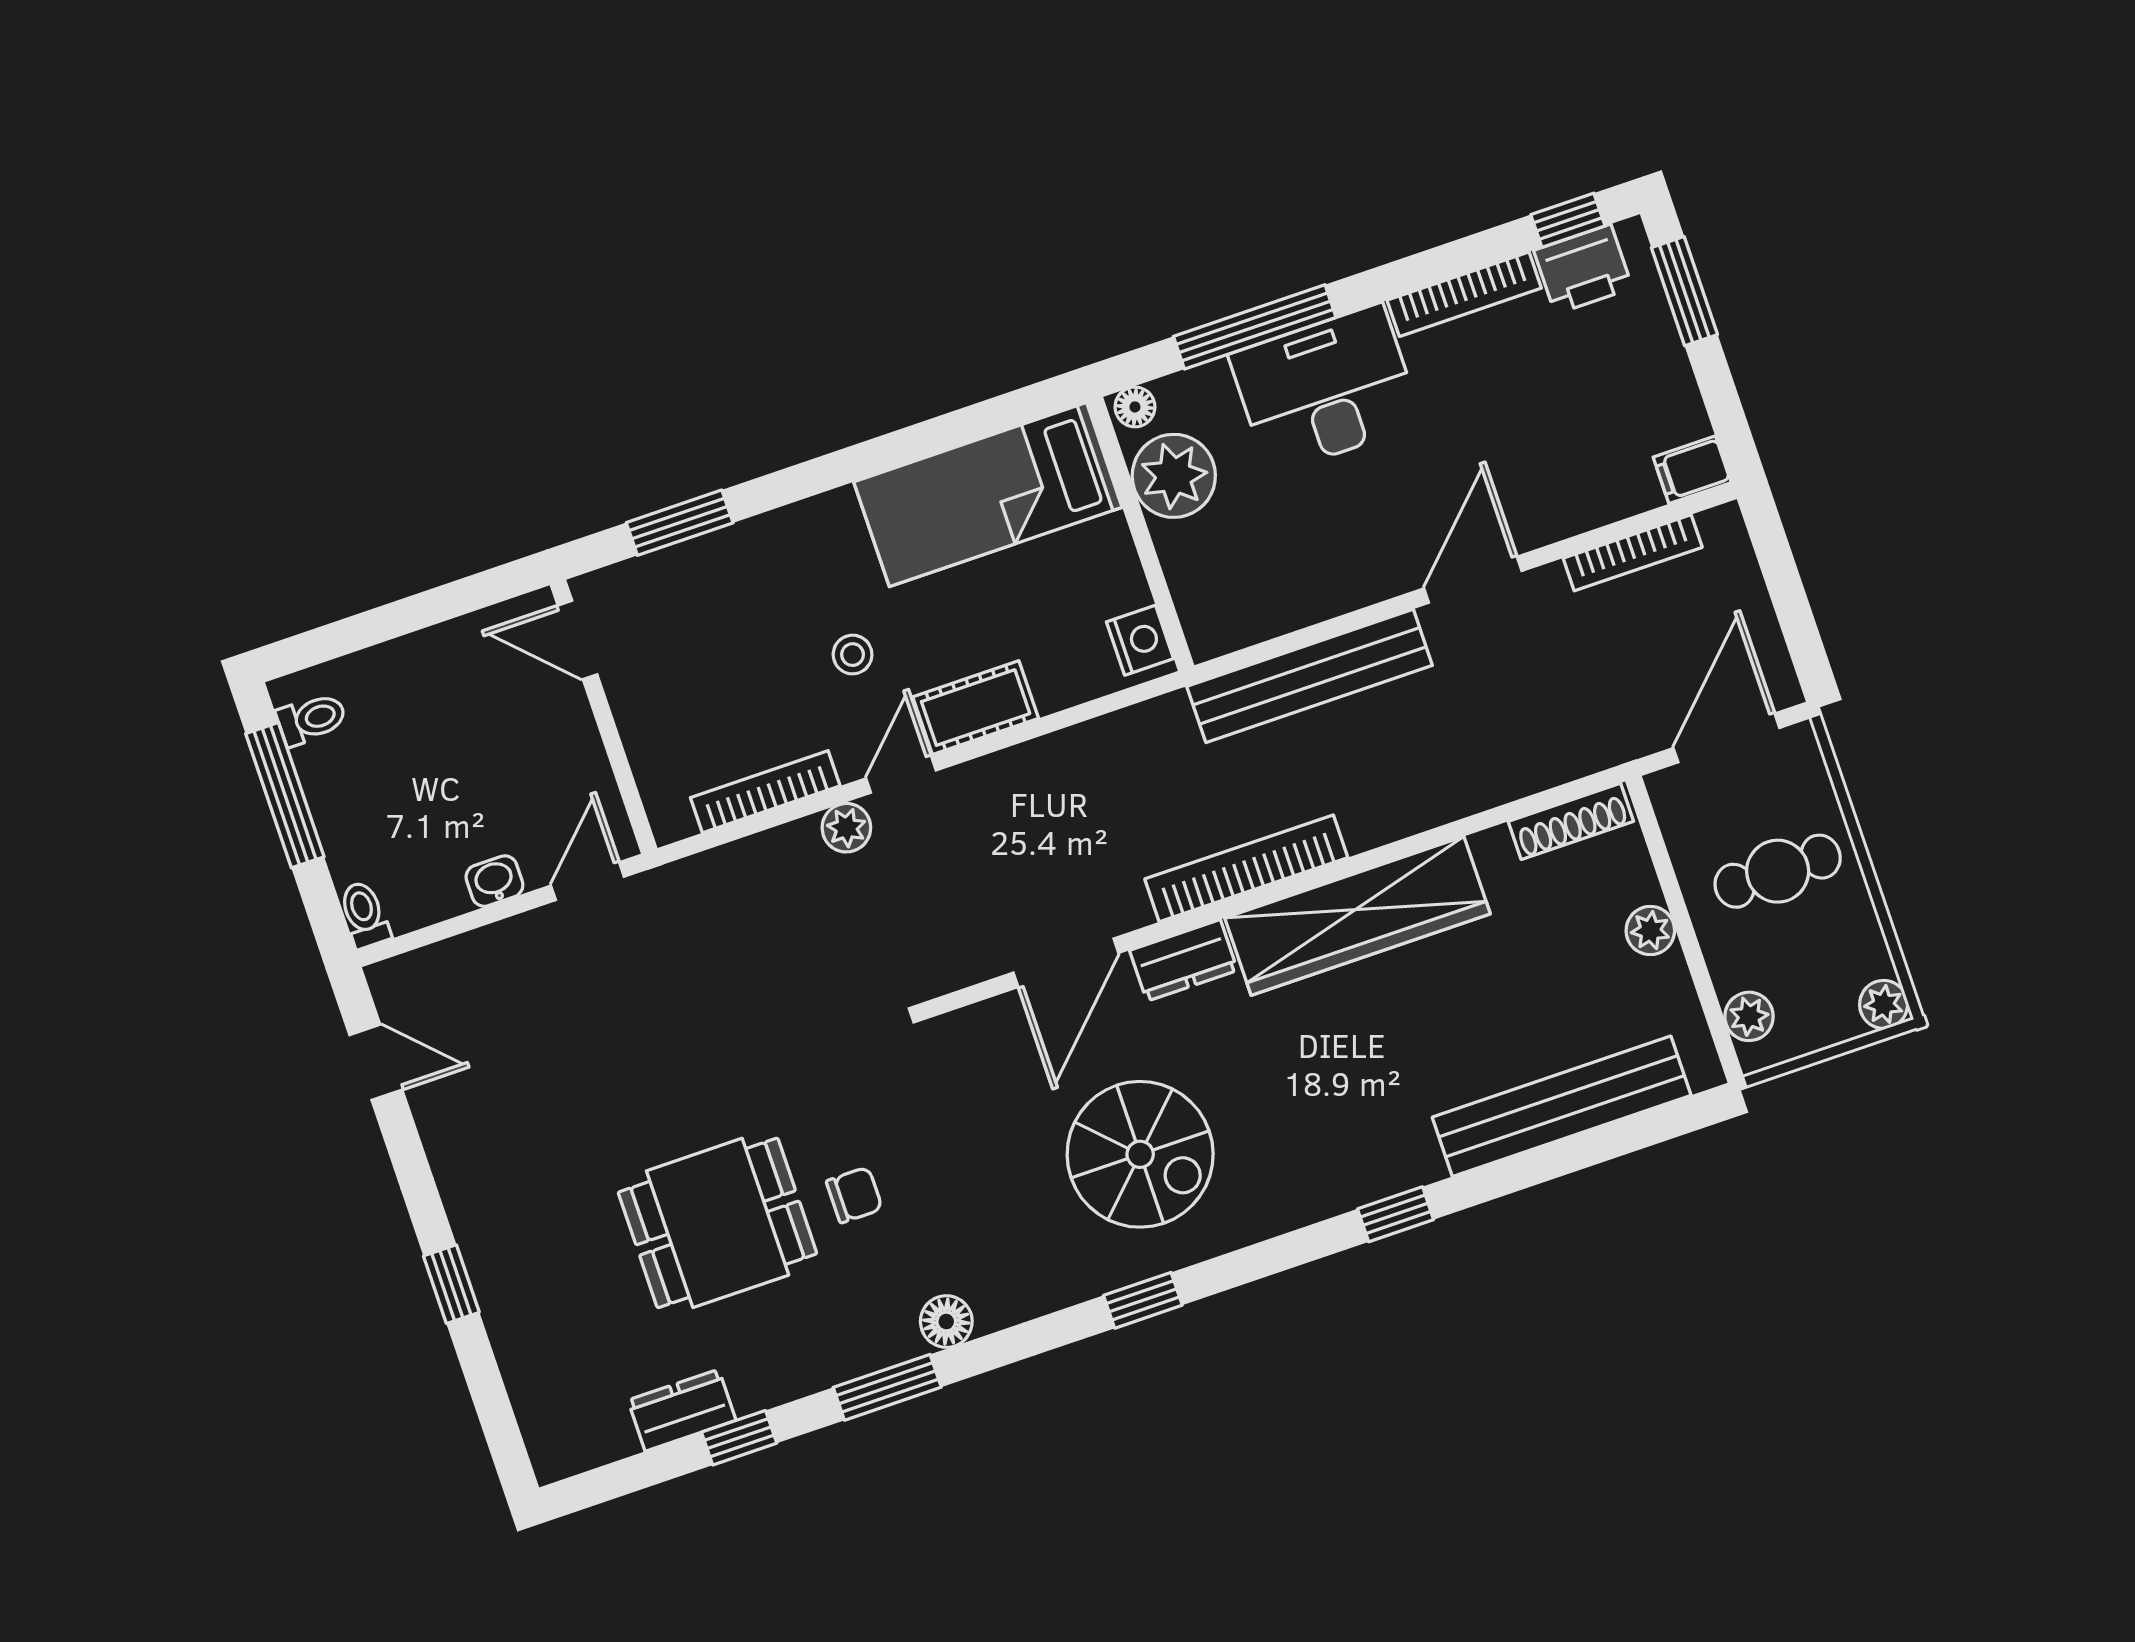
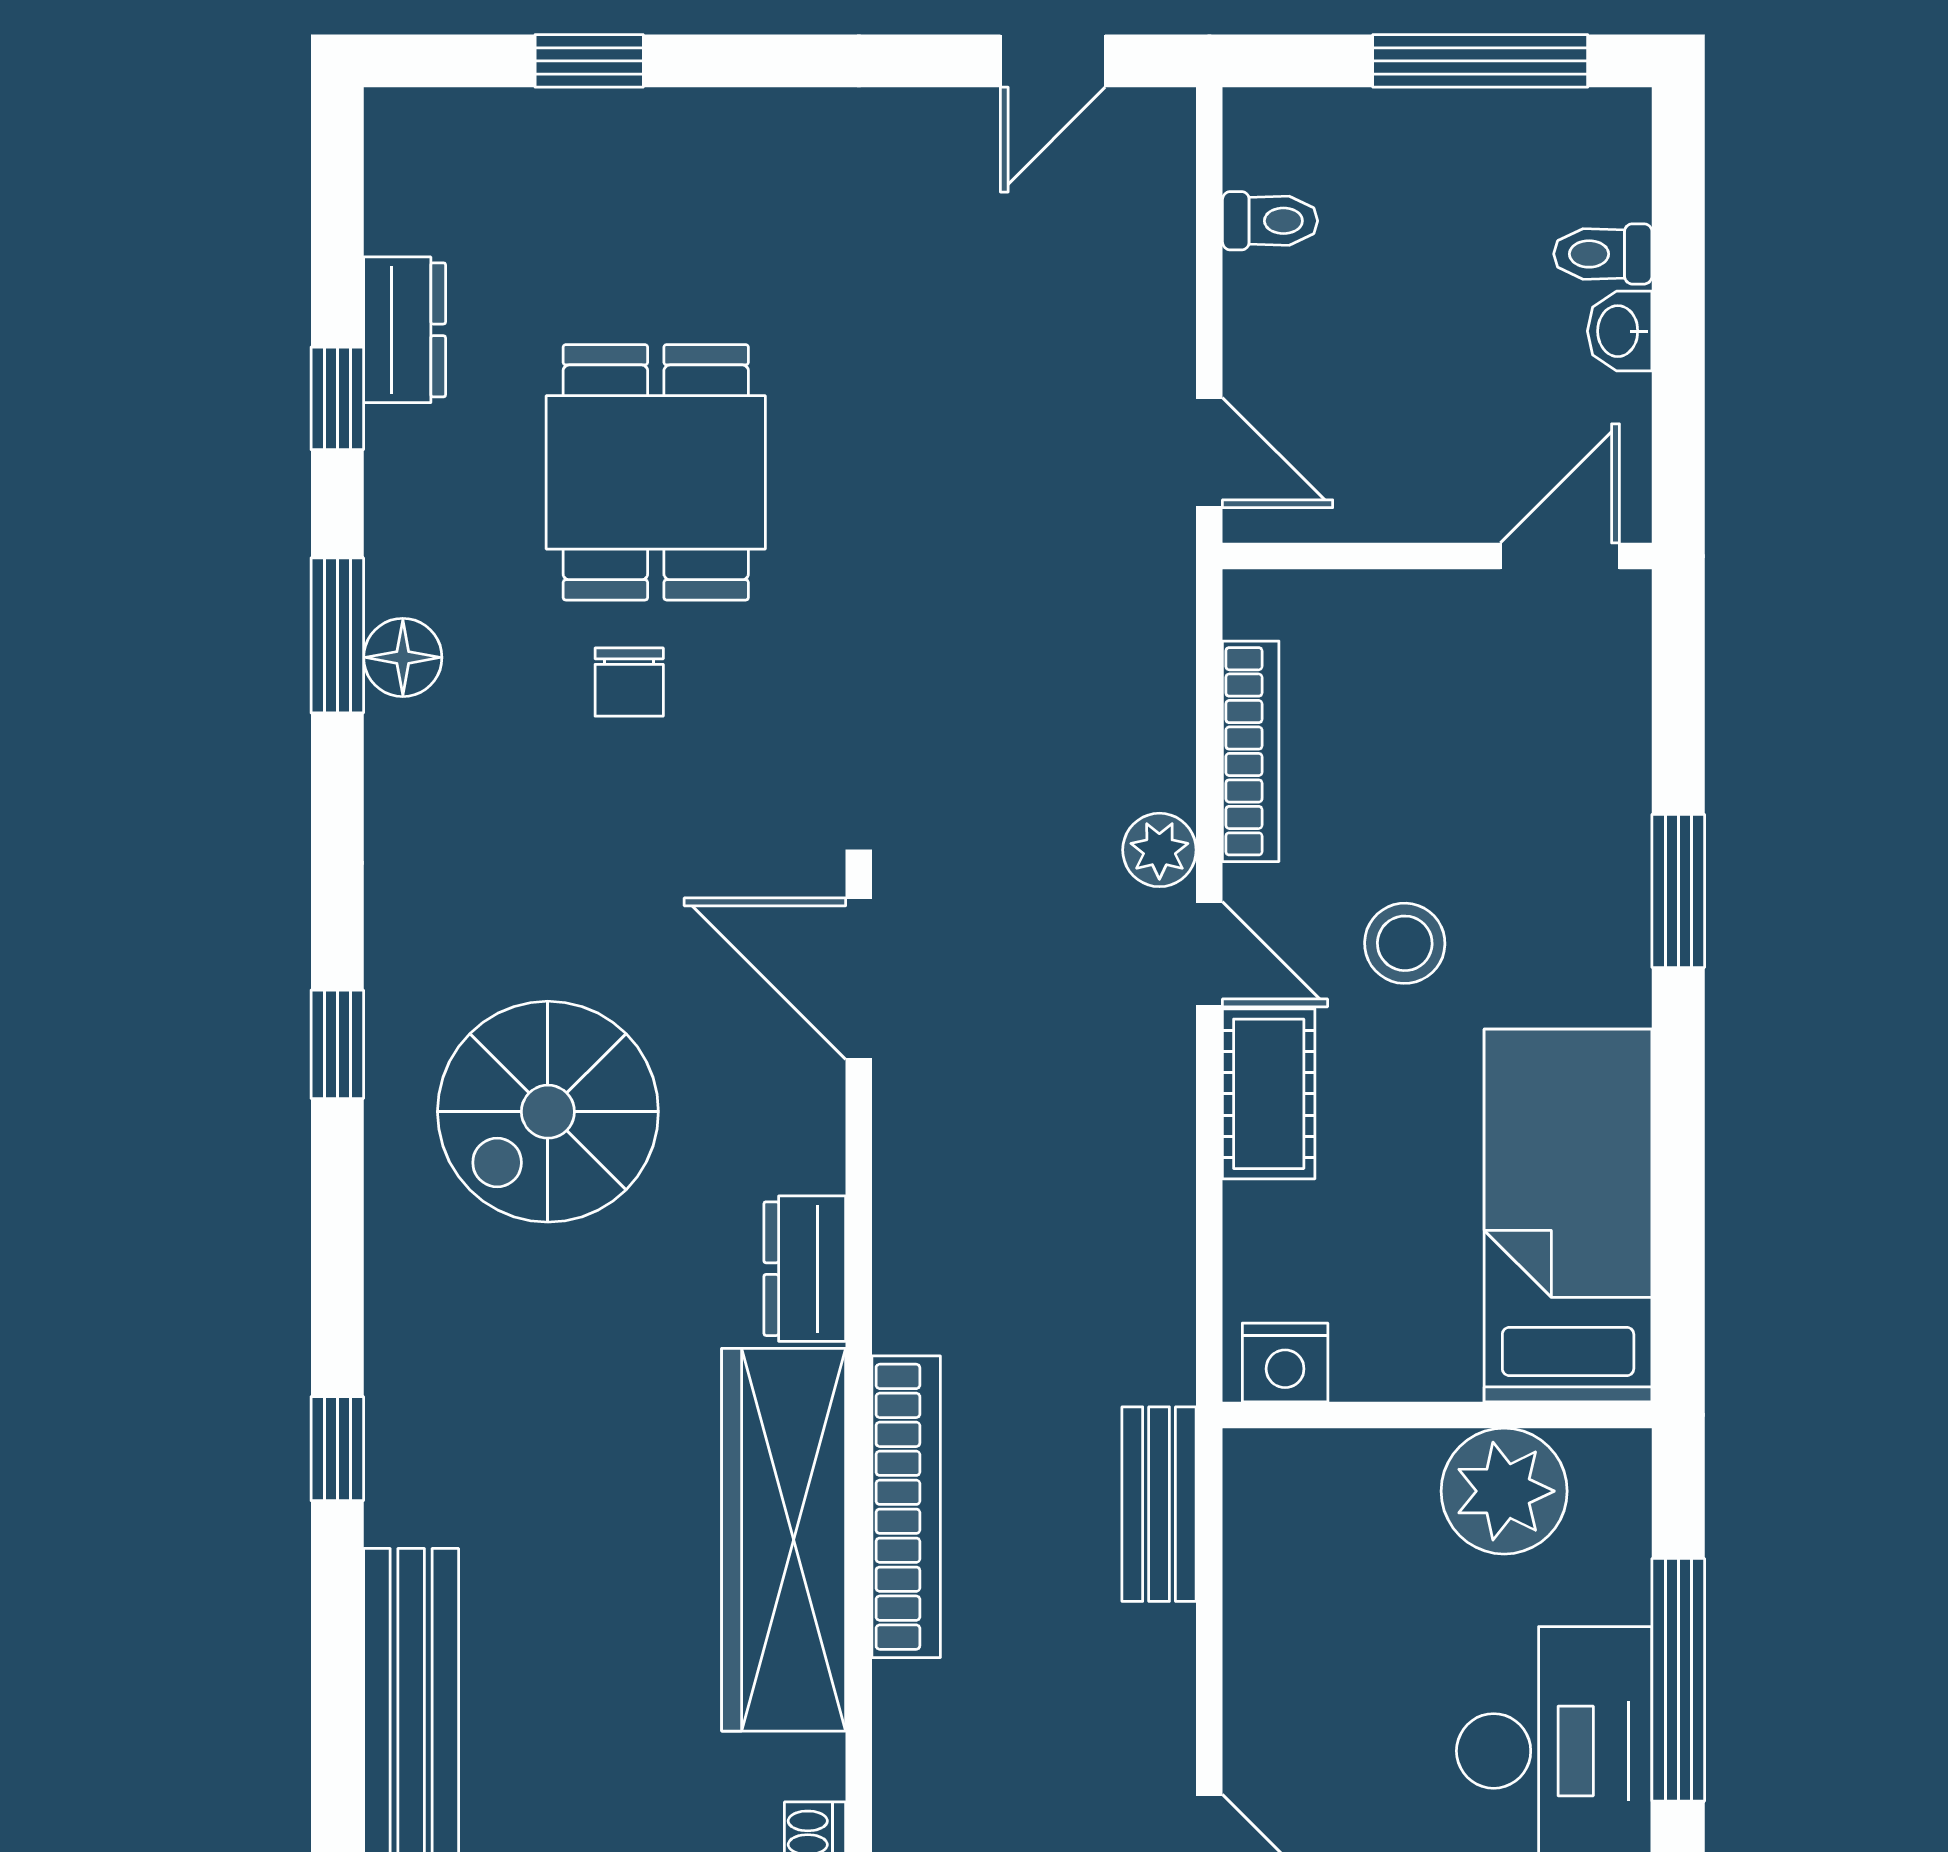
floor lamp: (1135, 407) -> (1622, 1469), removed
window: (680, 523) -> (1678, 891), moved
stool: (853, 655) -> (1405, 943), width x1.37, depth x1.37
bench: (1310, 676) -> (1159, 1504), width x0.54, depth x0.82
toilet: (312, 719) -> (1603, 254), moved, turned 90
bookcase: (1246, 868) -> (906, 1507), moved
washbasin: (494, 881) -> (1620, 331), moved, turned 180
toilet: (364, 915) -> (1270, 221), moved
door: (1066, 963) -> (859, 979), moved
window: (451, 1284) -> (589, 61), moved
floor lamp: (946, 1322) -> (403, 657), moved

